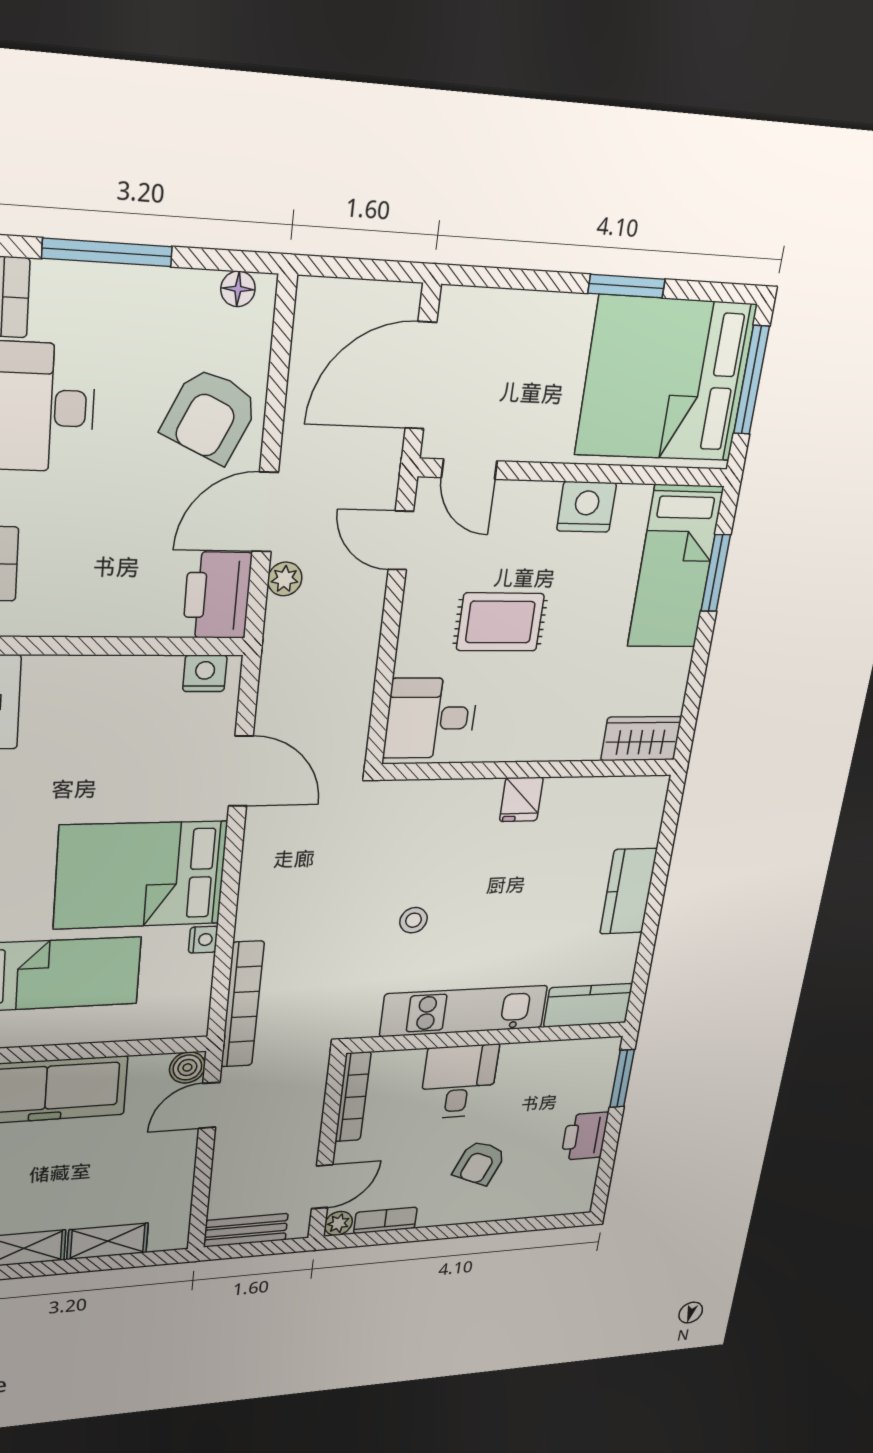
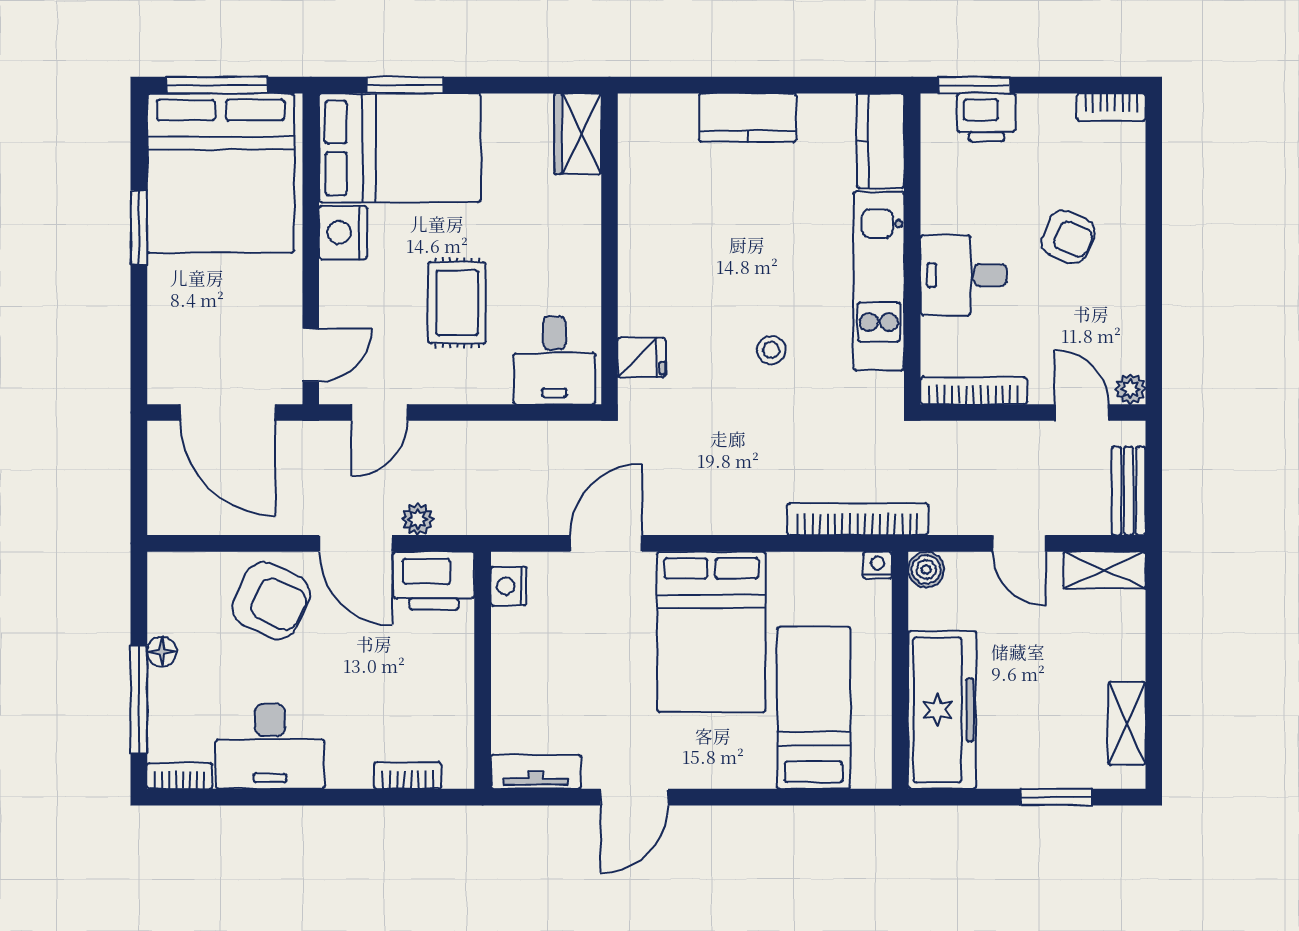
floor lamp: (238, 289) -> (162, 652), moved
bed: (675, 567) -> (400, 148), width x1.50
fridge: (521, 799) -> (641, 358), moved
nightstand: (203, 940) -> (877, 565), moved
door: (209, 1105) -> (1019, 543), moved
printer: (585, 1136) -> (986, 117), moved
bookcase: (385, 1220) -> (1111, 107), moved, turned -90
shelving: (108, 1241) -> (1105, 570), moved, turned 90

